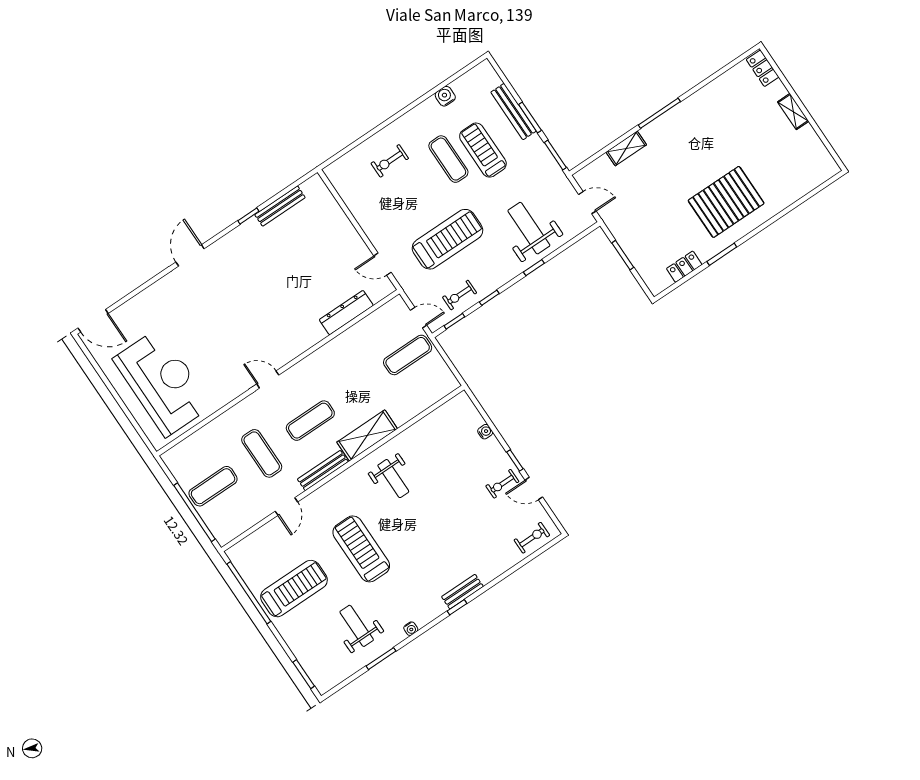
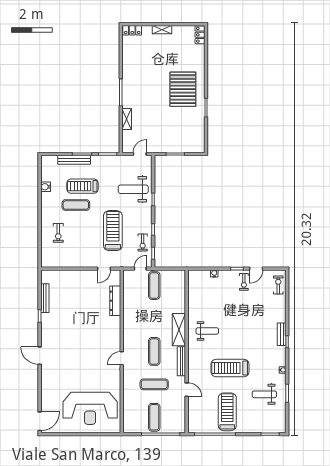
locker: (684, 267) -> (200, 35), moved
reception desk: (162, 382) -> (90, 408), turned 180

